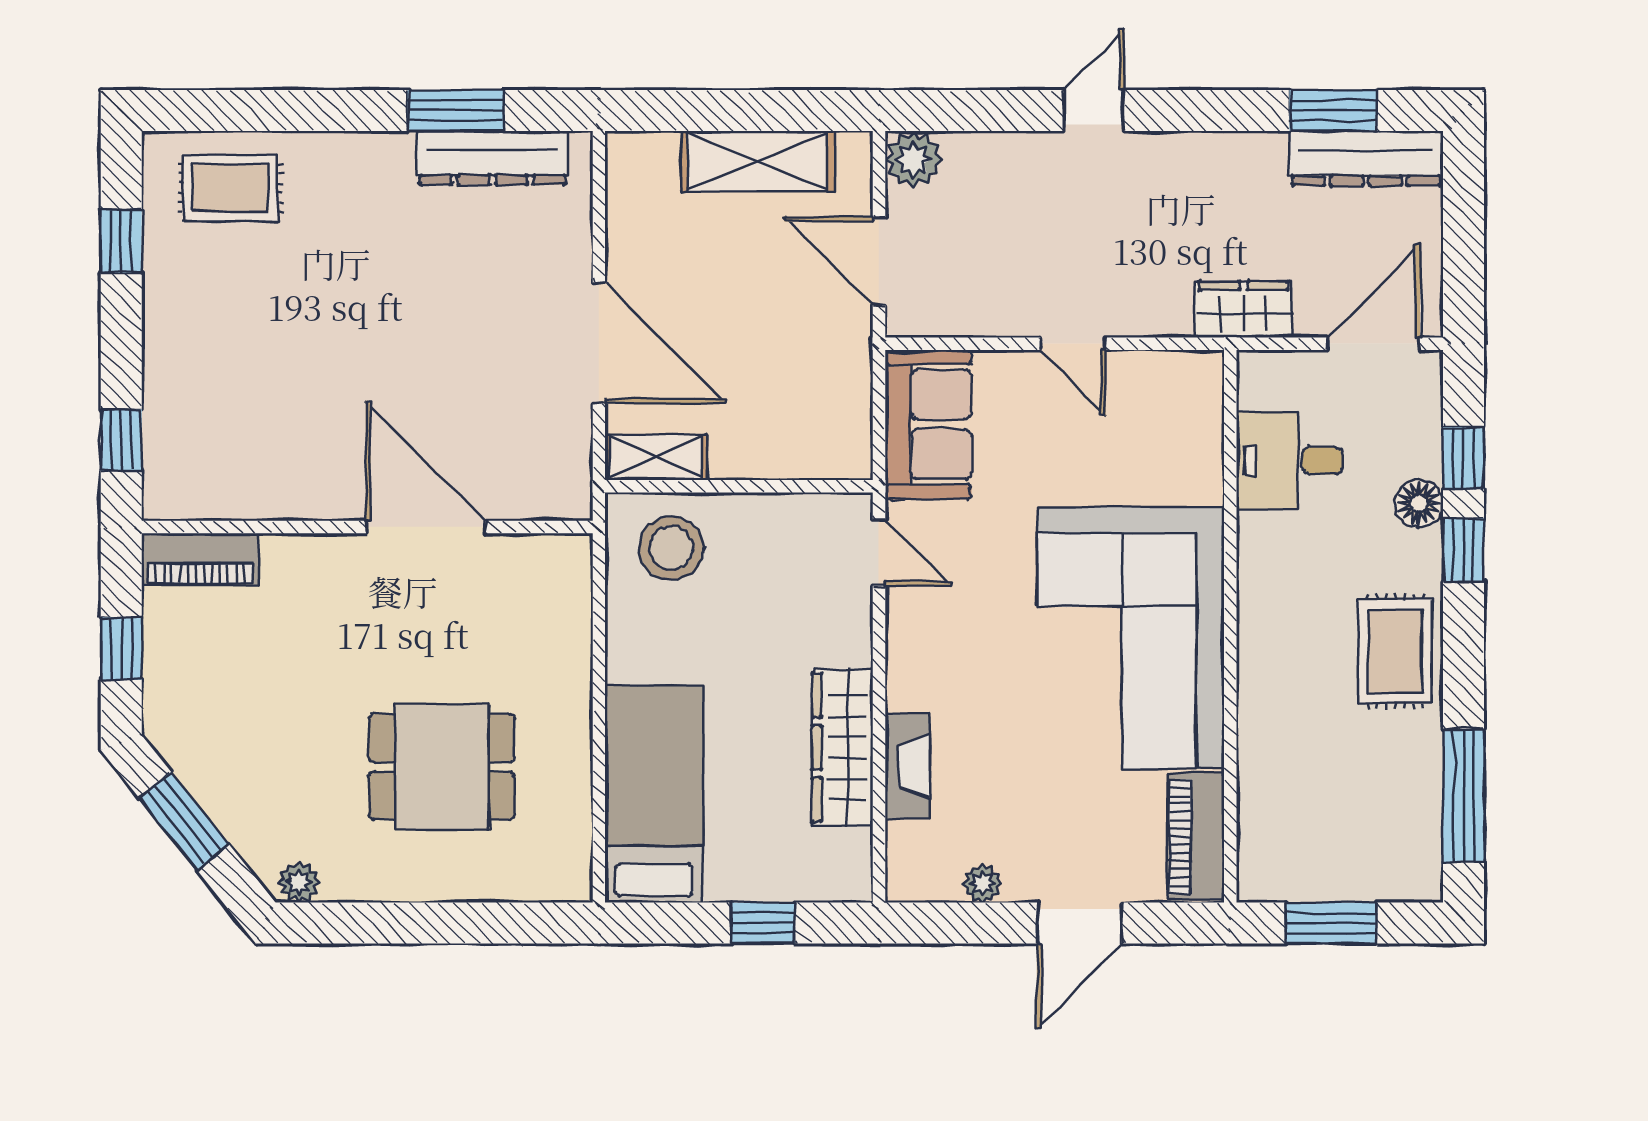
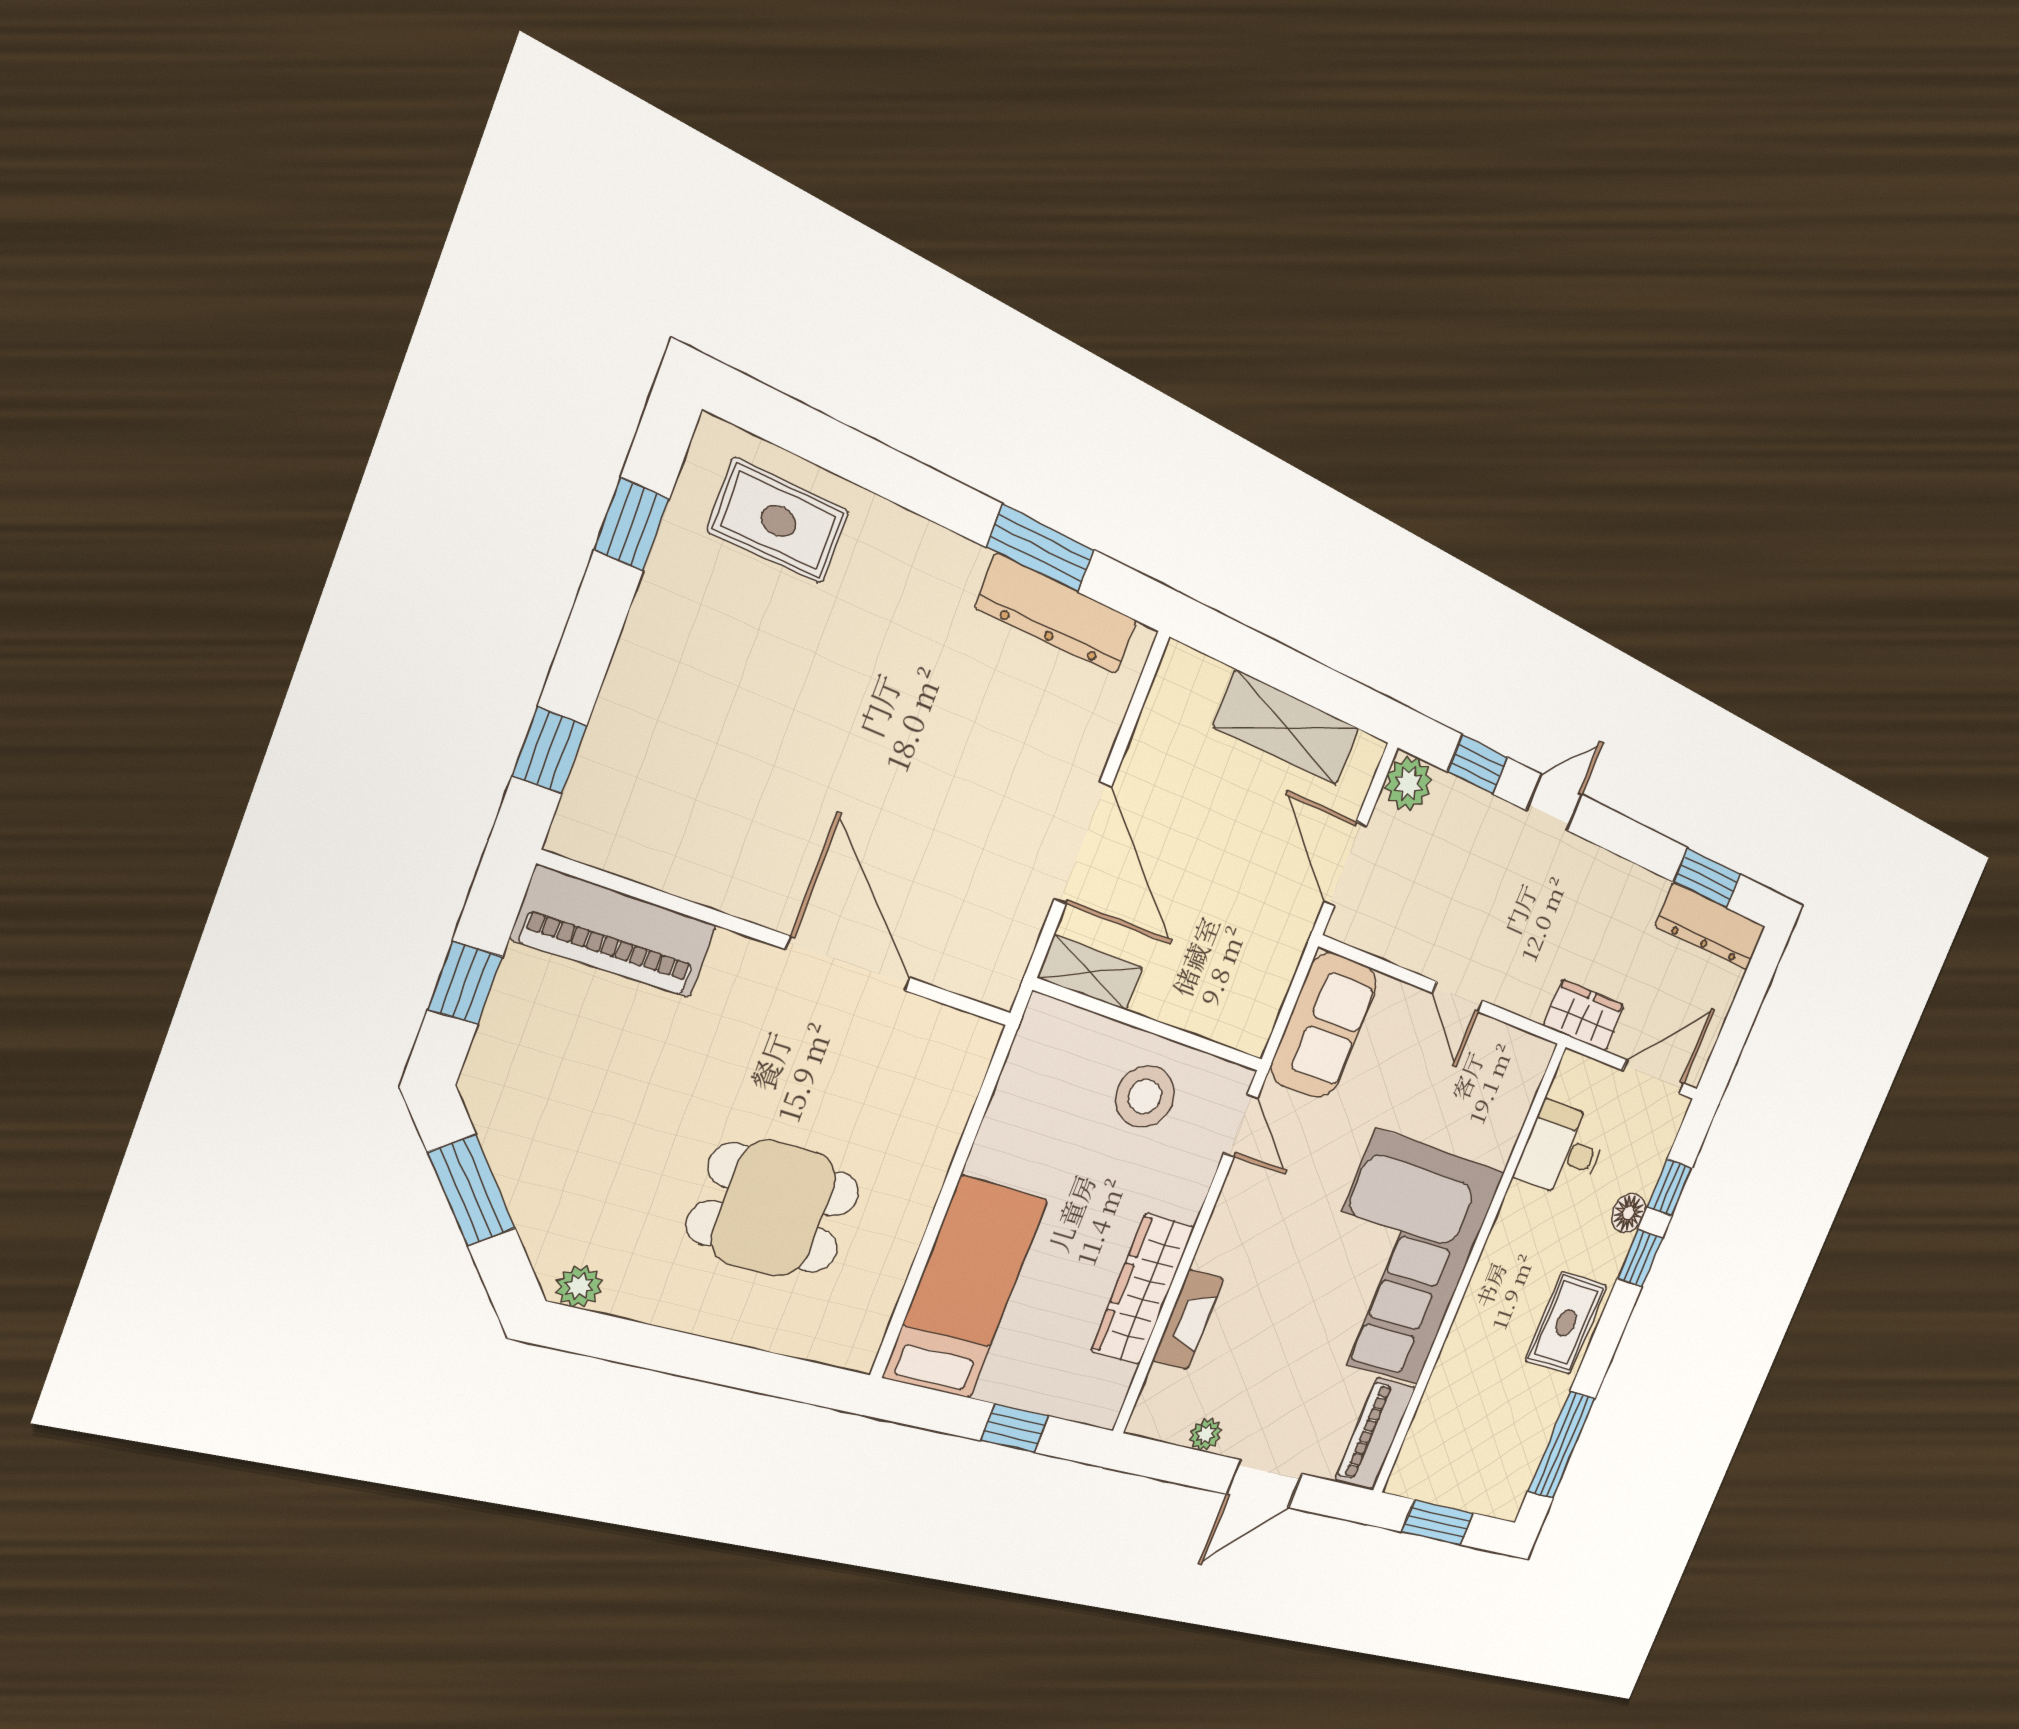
window: (984, 110) -> (1478, 765), added
stool: (671, 548) -> (1145, 1096), moved
piano: (200, 559) -> (615, 932), width x1.37, depth x1.33

